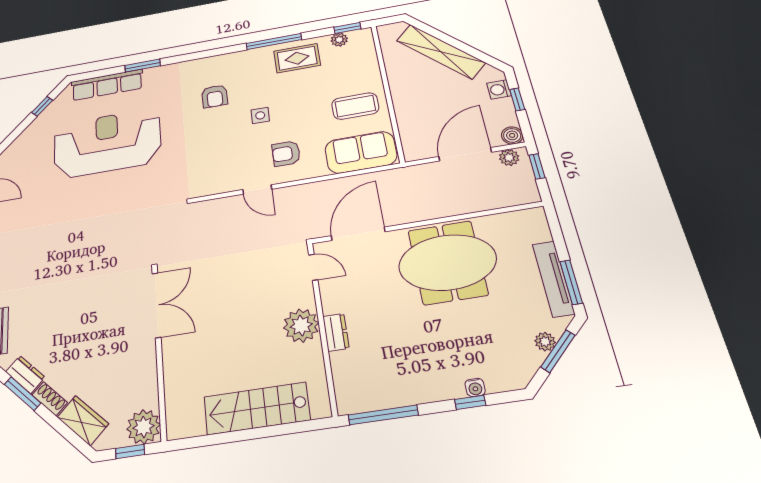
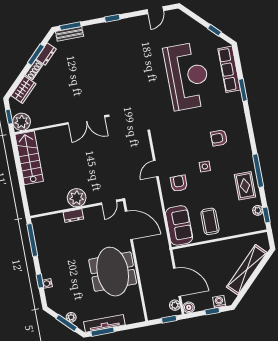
stairs: (257, 408) -> (29, 158), moved

